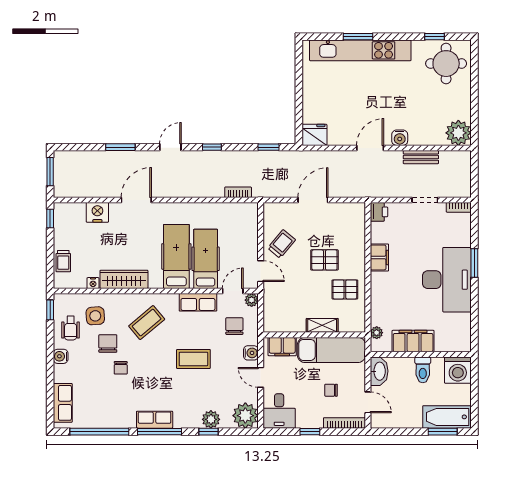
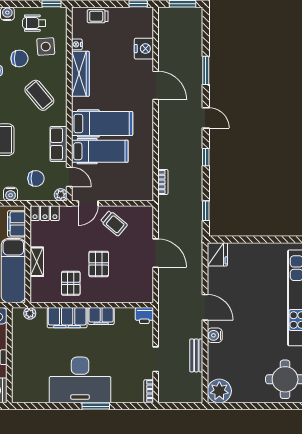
locker: (271, 317) -> (45, 213), added
filing cabinet: (413, 341) -> (67, 318), moved, turned 90

